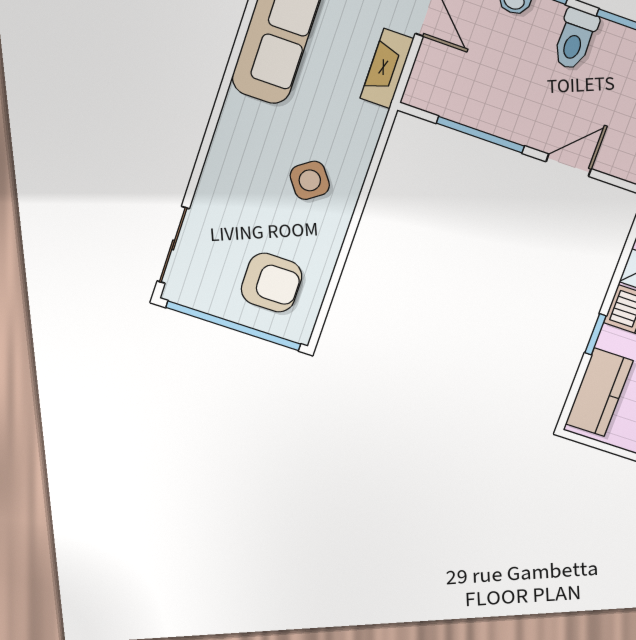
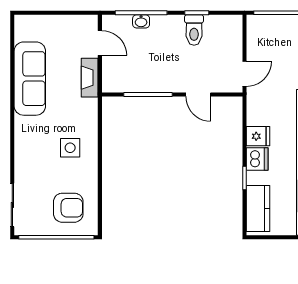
toilet: (575, 39) -> (194, 30), moved
door: (569, 165) -> (198, 95), swing flipped
side table: (310, 180) -> (70, 148), turned 36

